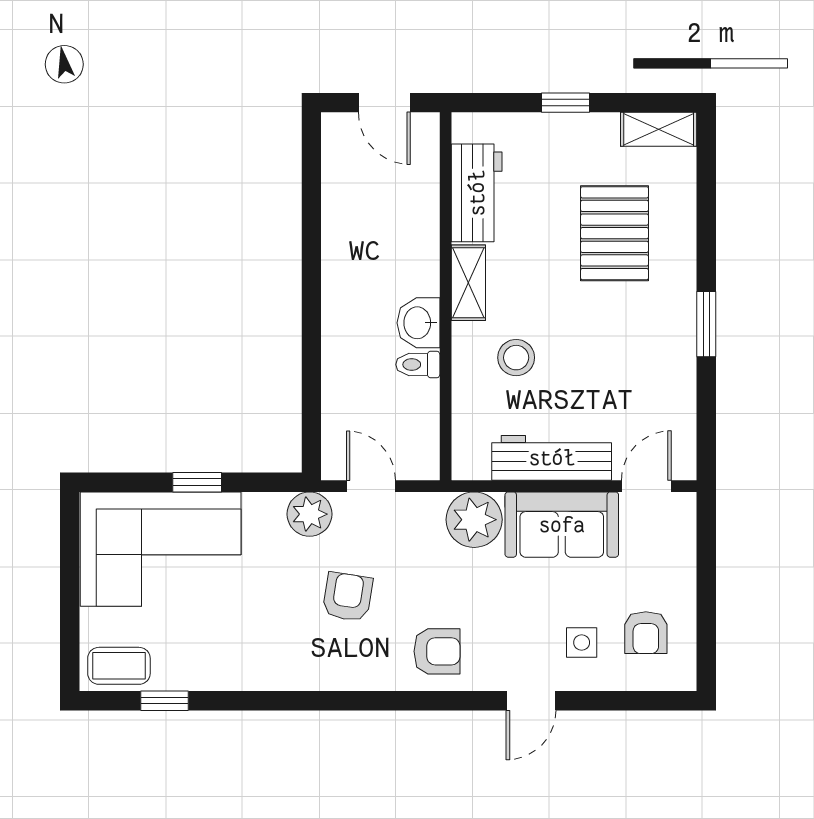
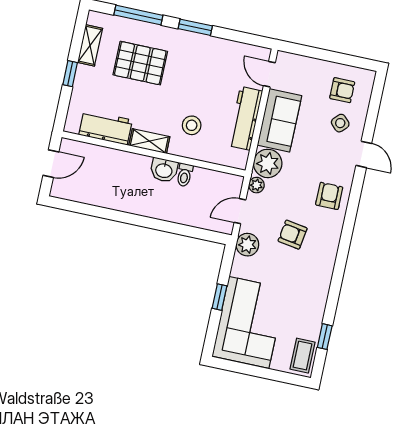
shelving: (659, 129) -> (90, 45), moved
window: (706, 210) -> (138, 15), added
plant: (428, 507) -> (256, 185), added
side table: (582, 643) -> (340, 123), turned 45

